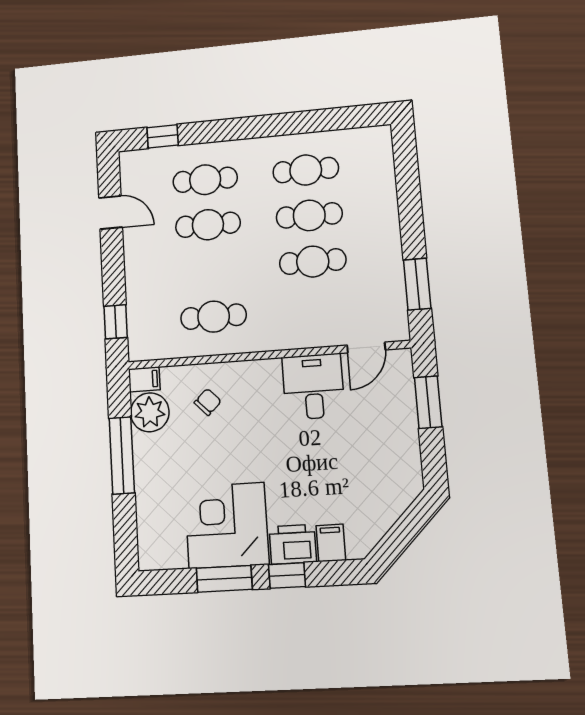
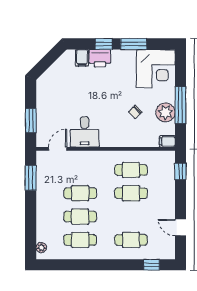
plant: (383, 148) -> (41, 248), added
cafe table: (208, 225) -> (131, 193), moved
chair: (208, 402) -> (135, 112), moved
plant: (150, 412) -> (165, 112), moved
corner desk: (227, 525) -> (156, 69), moved

